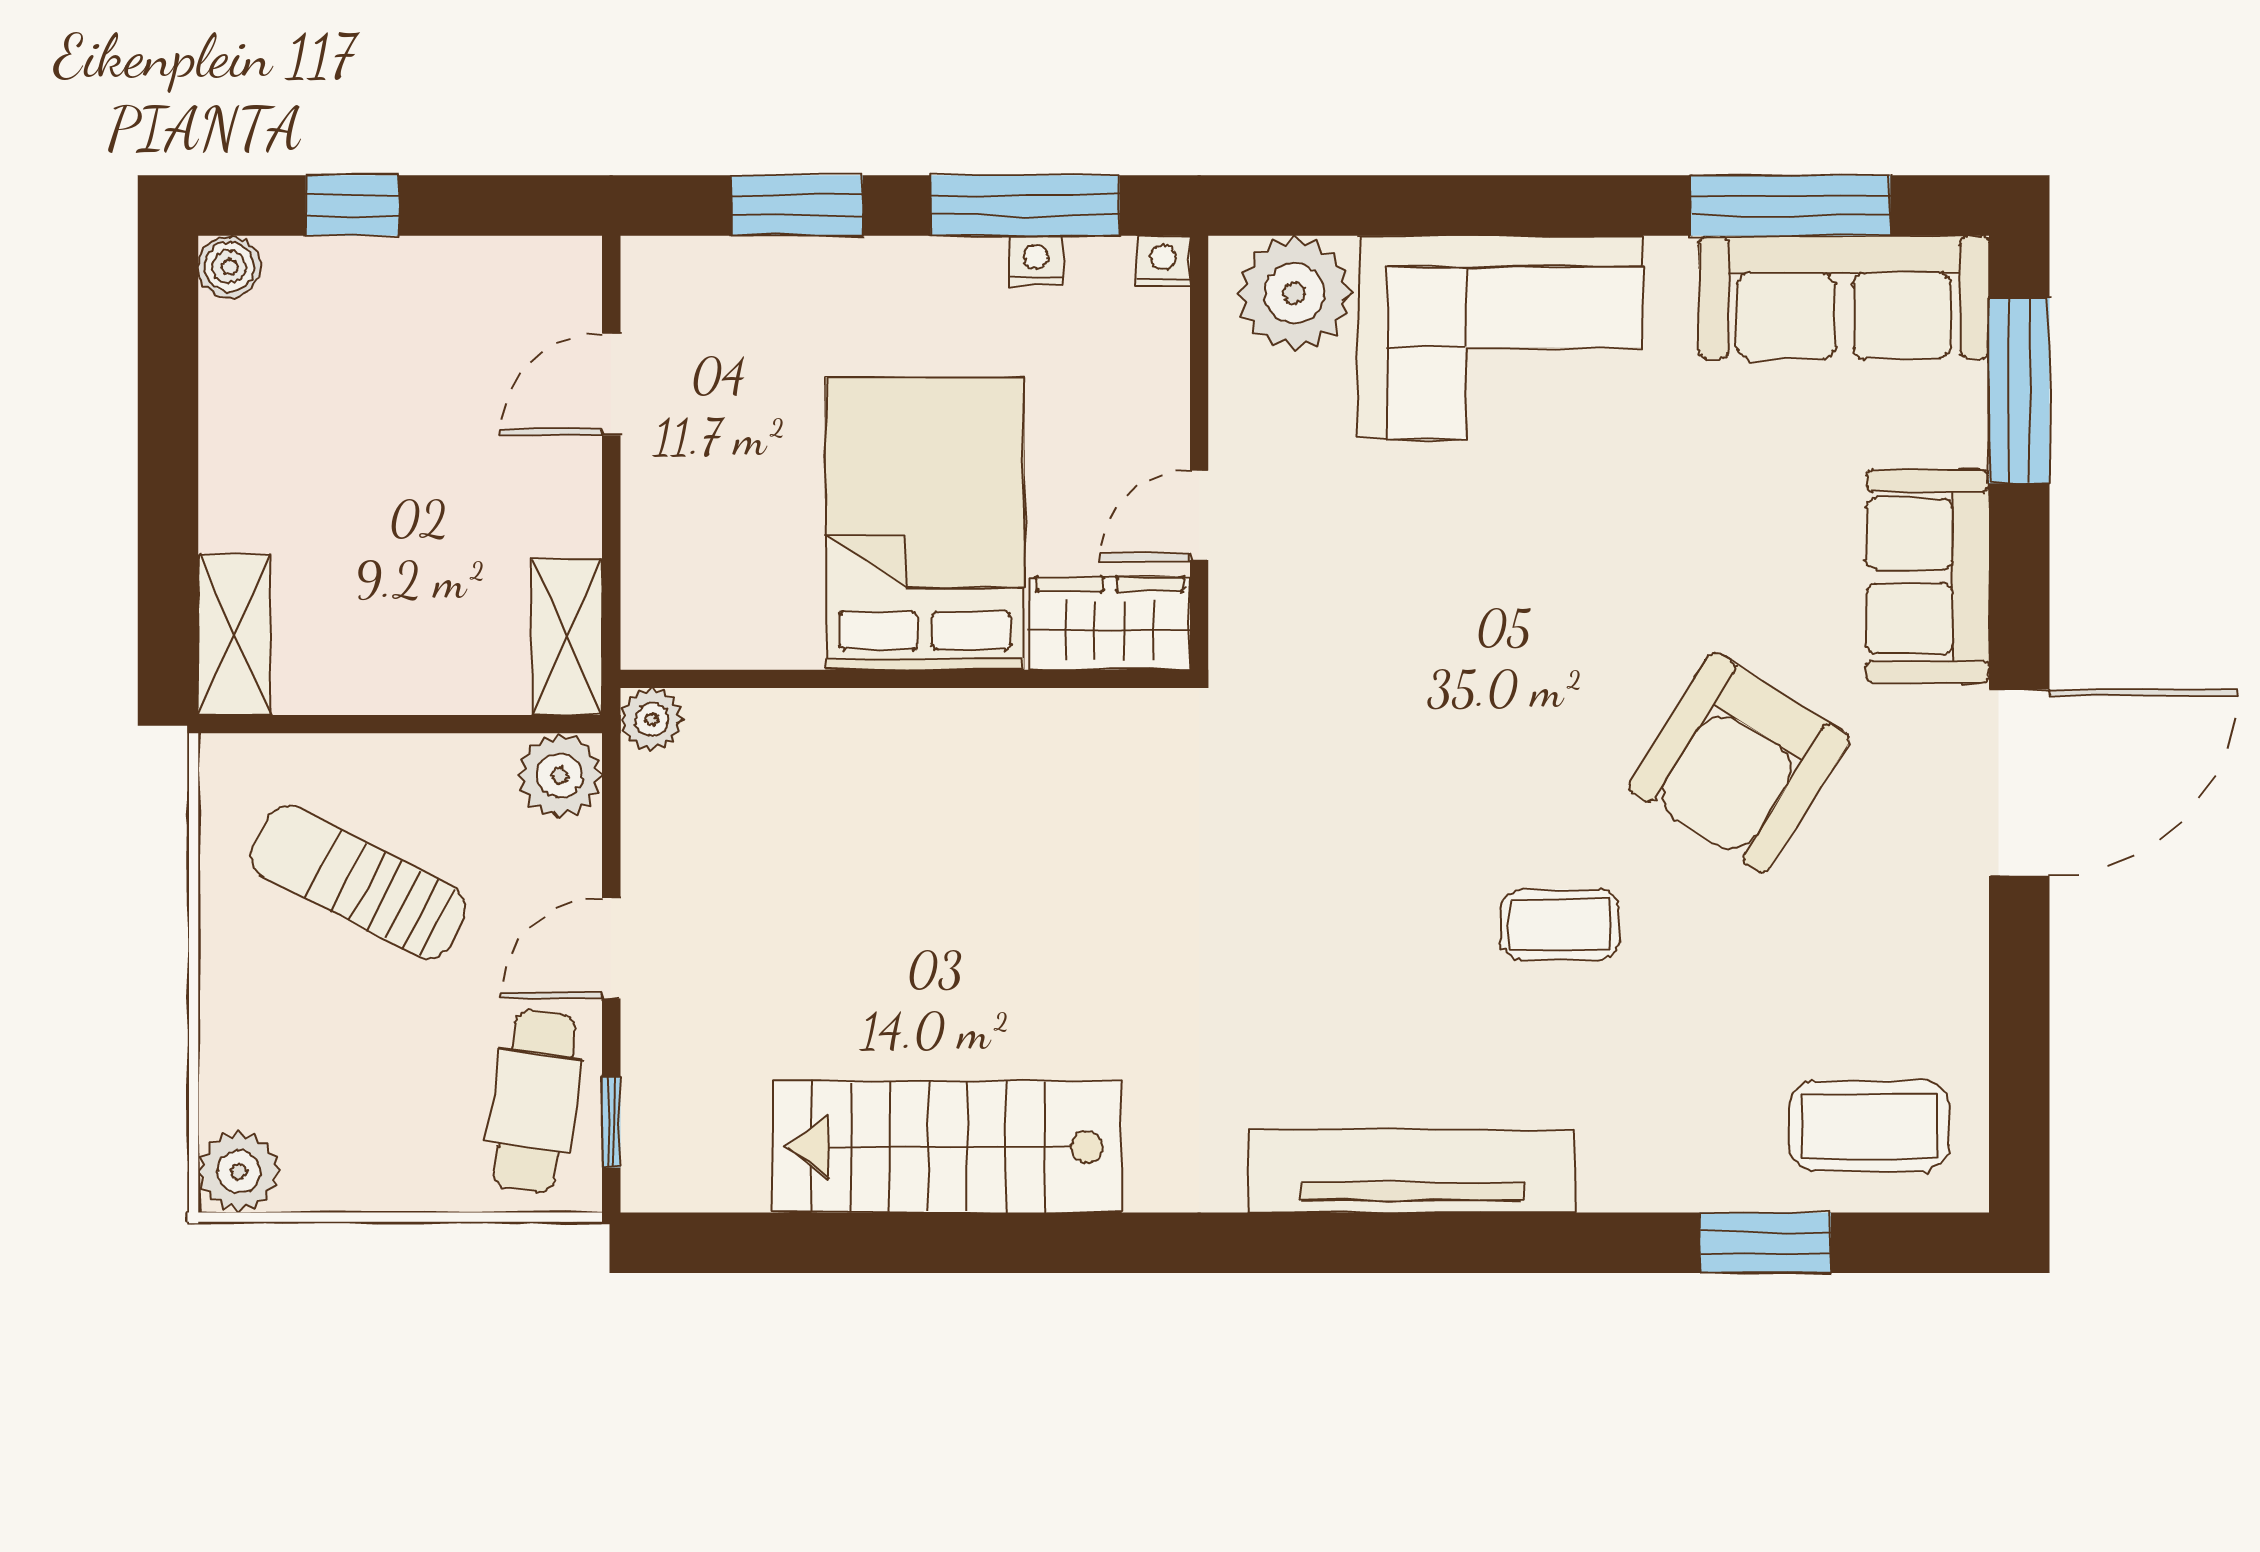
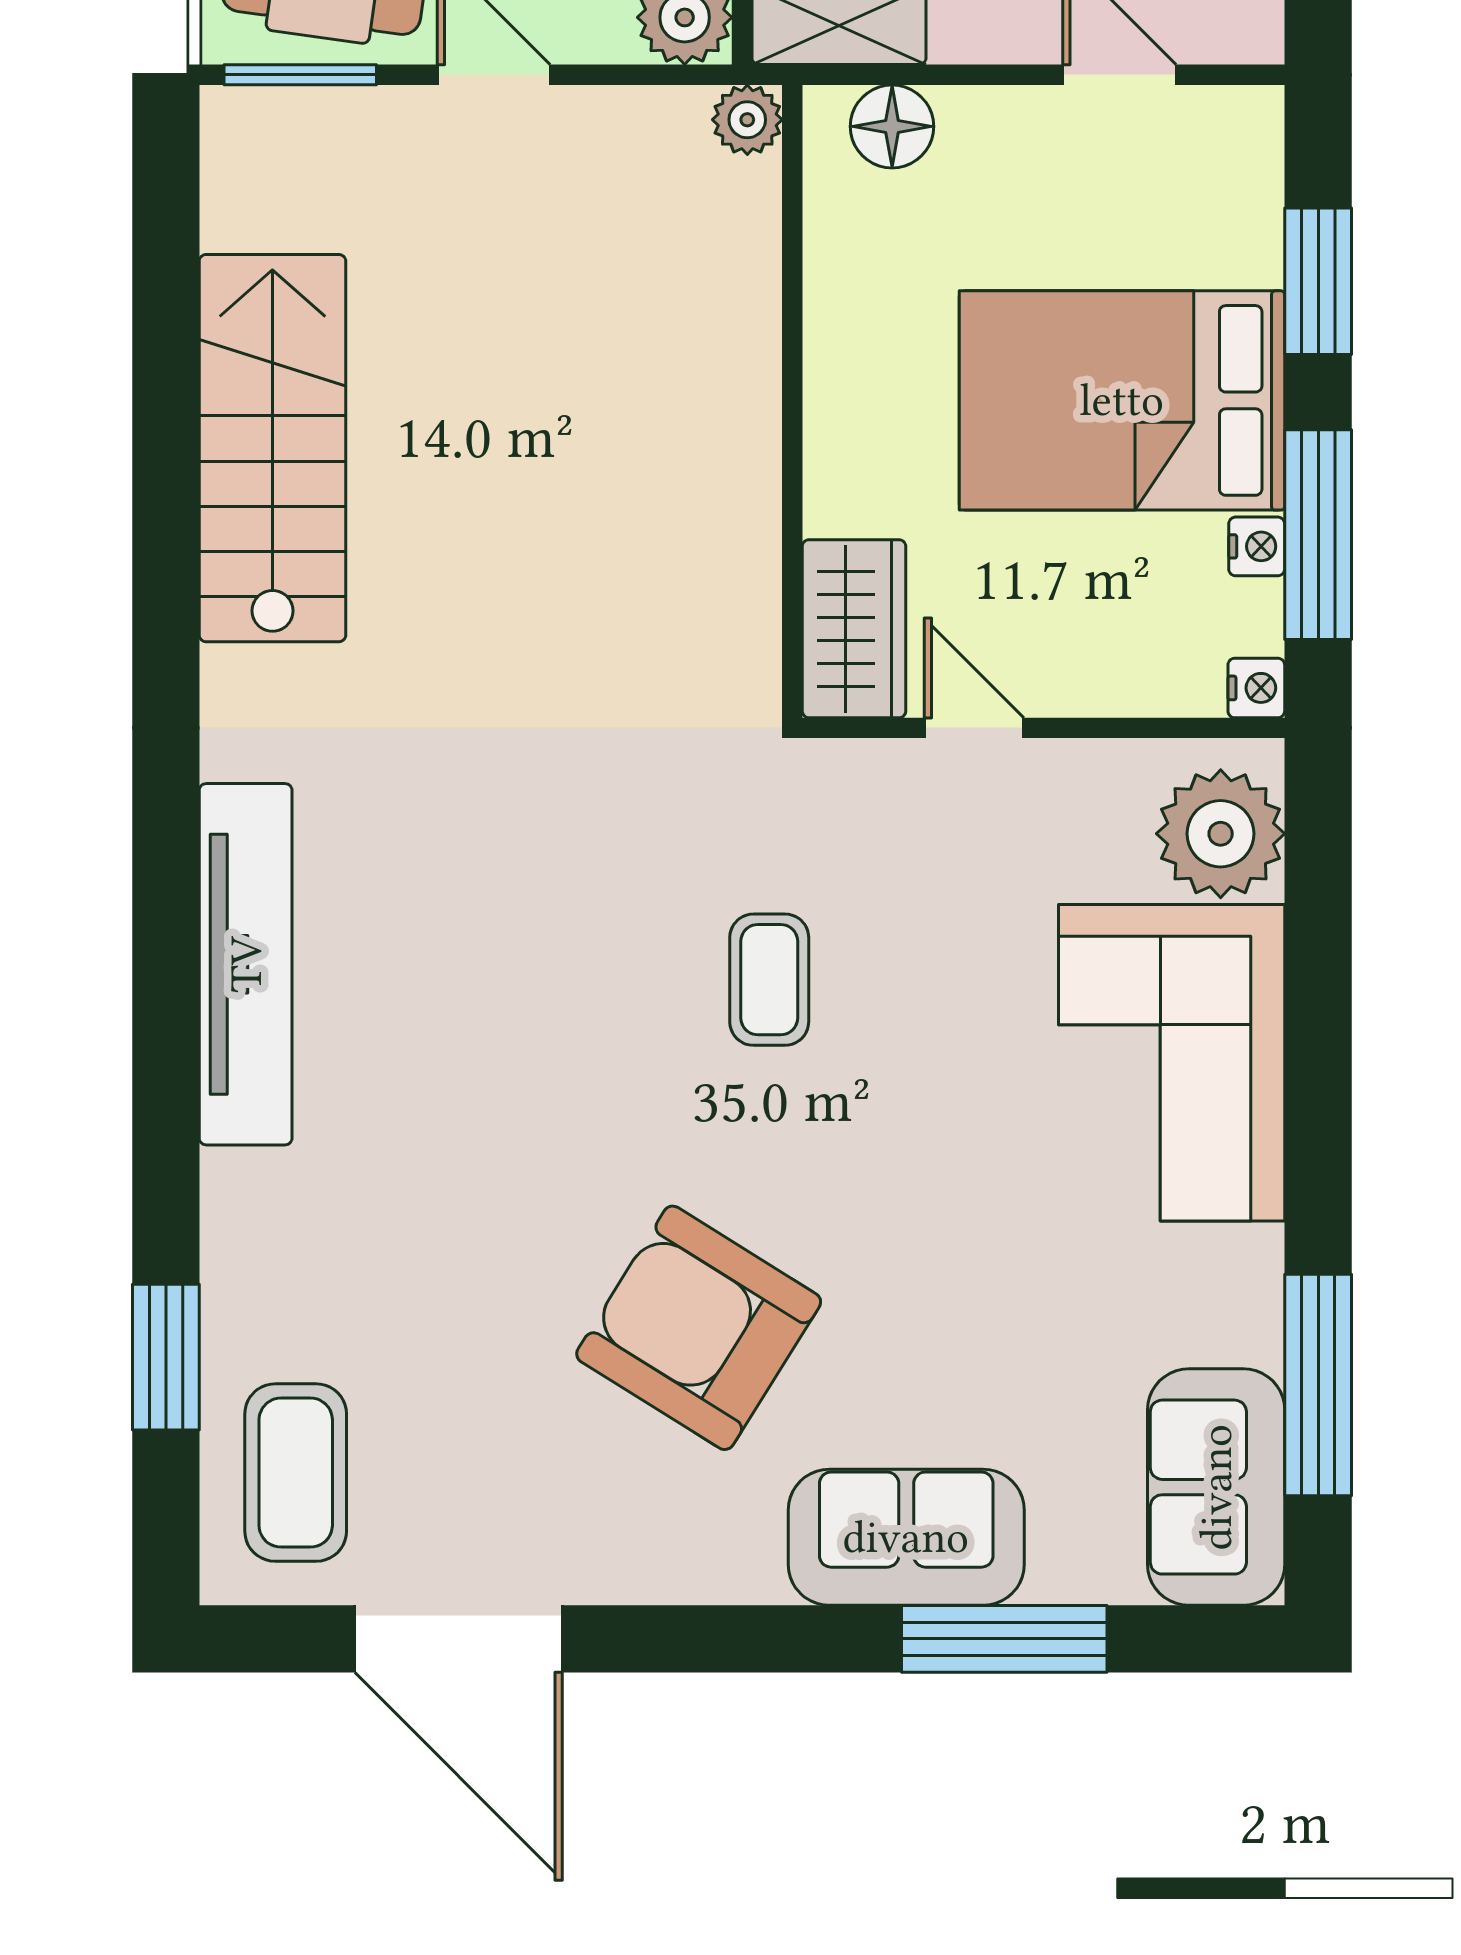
sofa: (1844, 297) -> (1216, 1487), width x0.73
window: (2019, 391) -> (1004, 1639), moved
bed: (925, 523) -> (1122, 400), moved, turned 180
floor lamp: (658, 589) -> (892, 126), added
door: (2019, 783) -> (459, 1639), moved
coffee table: (1560, 924) -> (769, 980), moved
window: (611, 1122) -> (300, 75), width x1.50

